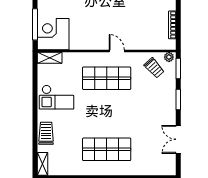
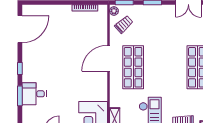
door: (117, 51) -> (108, 58), width x1.87

